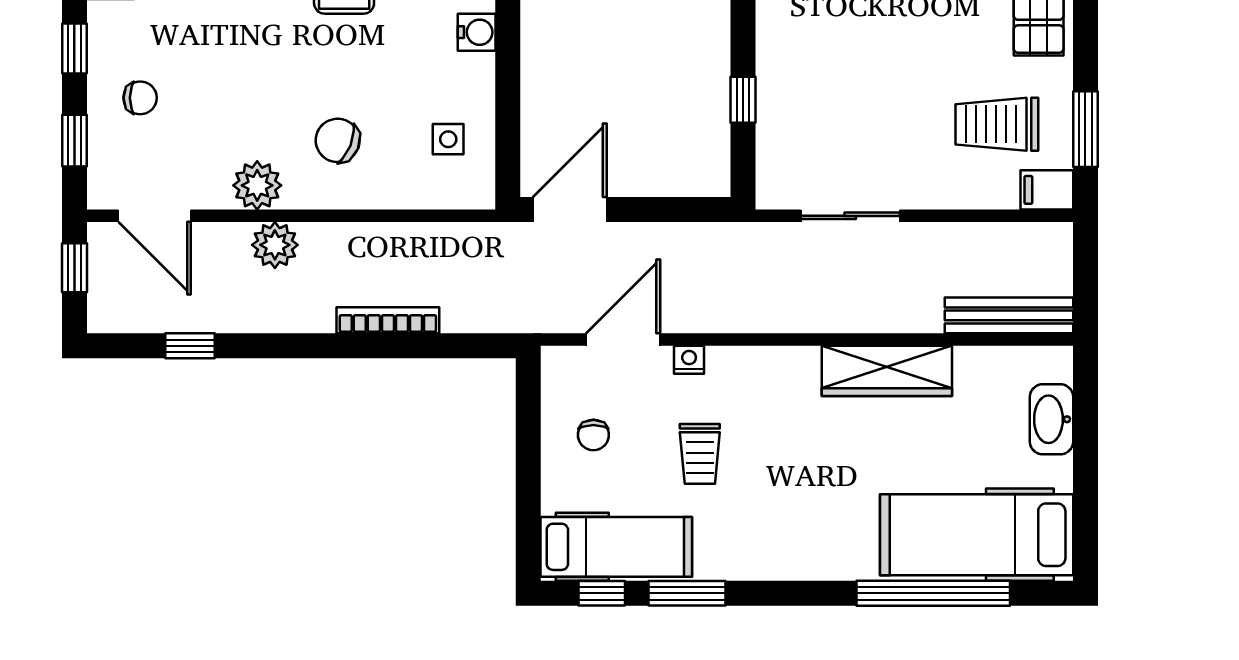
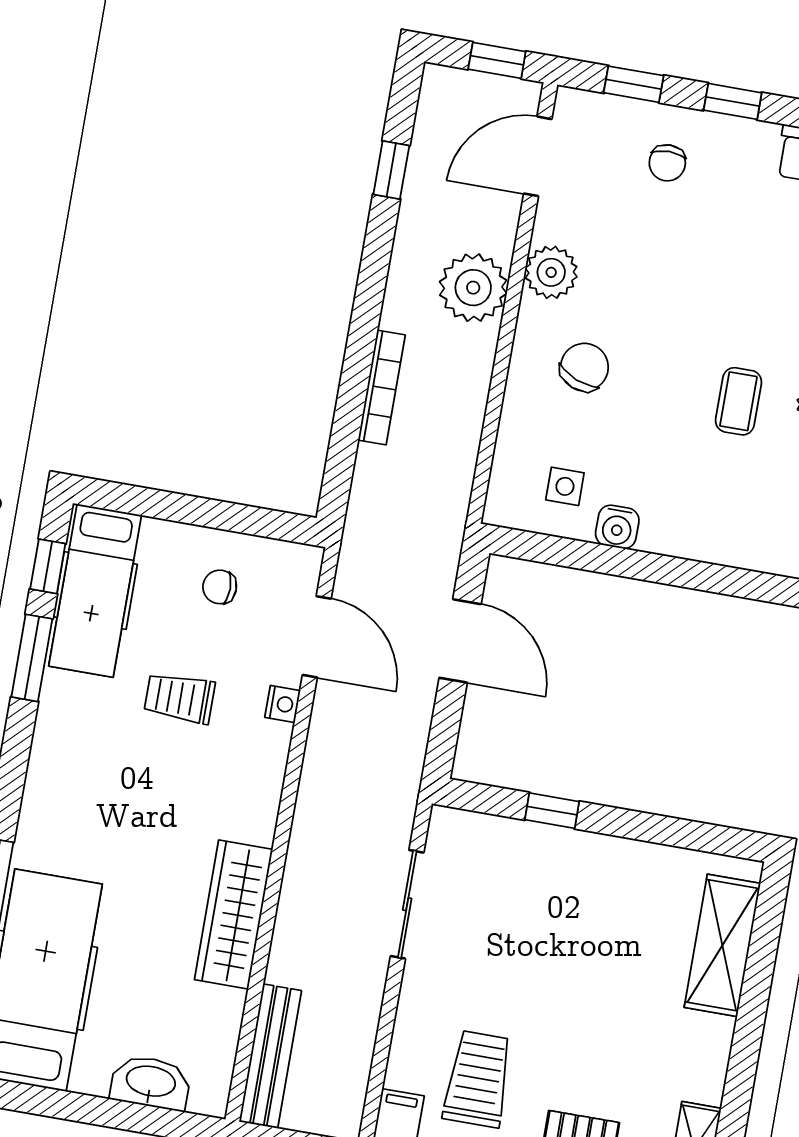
water cooler: (477, 32) -> (617, 527), moved
door: (570, 210) -> (460, 641), moved
plant: (275, 245) -> (473, 288), width x1.36, depth x1.36

